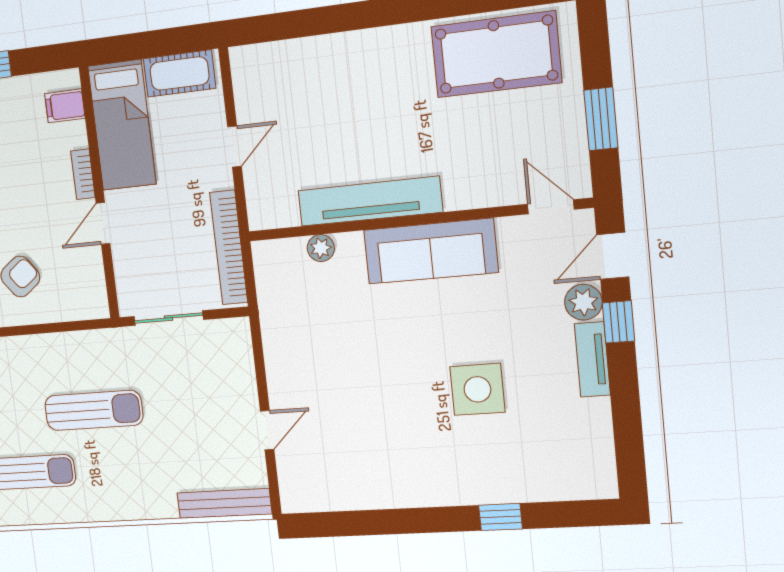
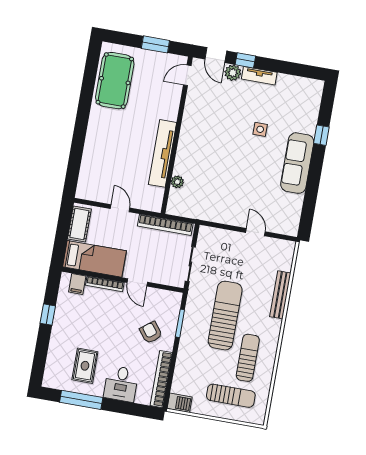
bookcase: (83, 174) -> (105, 284), width x1.56
sofa: (431, 251) -> (297, 163), moved, turned 180
window: (54, 328) -> (180, 323), added
side table: (477, 389) -> (260, 129), width x0.54, depth x0.54
sun lounger: (94, 410) -> (225, 316), width x1.36, depth x1.34
bench: (224, 503) -> (280, 295), moved

